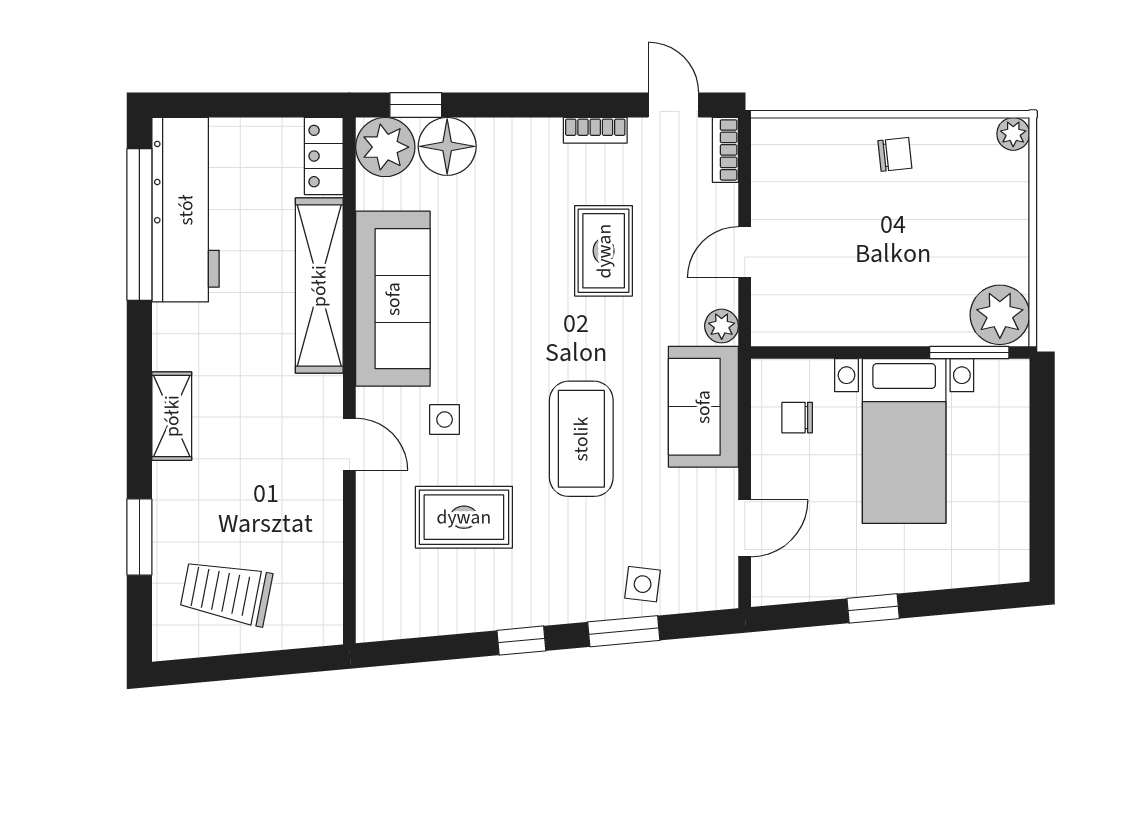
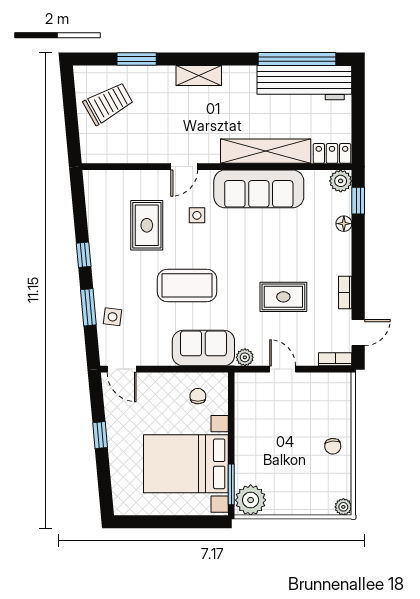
floor lamp: (447, 146) -> (344, 224), width x0.53, depth x0.53
plant: (385, 147) -> (341, 181), width x0.73, depth x0.73
bed with nightstands: (904, 441) -> (186, 464), width x1.36
door: (745, 528) -> (122, 369), moved
trolley: (226, 593) -> (108, 103), turned 50

